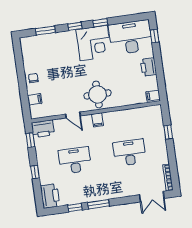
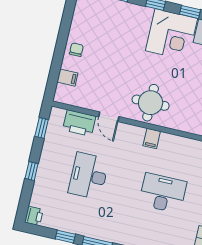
filing cabinet: (98, 120) -> (152, 138), moved
printer: (43, 129) -> (79, 123), moved
desk: (75, 160) -> (89, 176), turned -90
printer: (50, 196) -> (34, 216), width x0.53, depth x0.68

